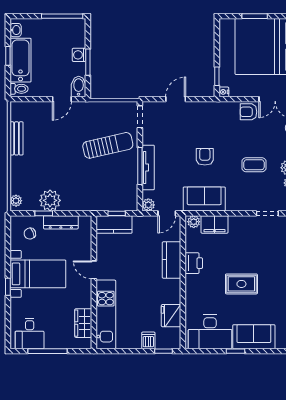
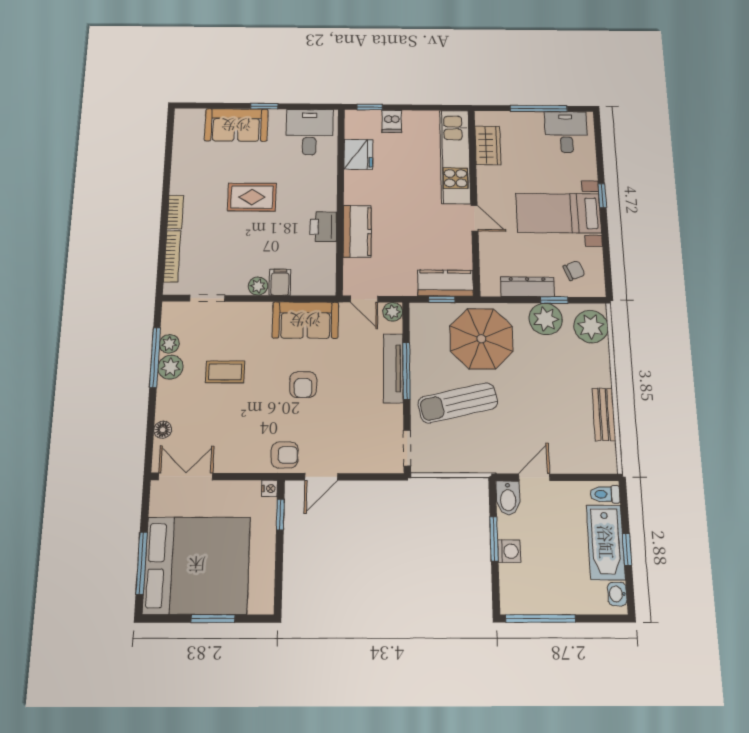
door: (176, 99) -> (321, 477), moved
armchair: (249, 112) -> (285, 455), moved
parasol: (92, 187) -> (481, 339), added
plant: (16, 201) -> (591, 327), width x1.88, depth x1.88
door: (167, 213) -> (364, 299), swing flipped
plant: (194, 222) -> (258, 286), moved
filing cabinet: (214, 224) -> (280, 282), width x0.50
desk: (210, 332) -> (310, 132), width x0.73

